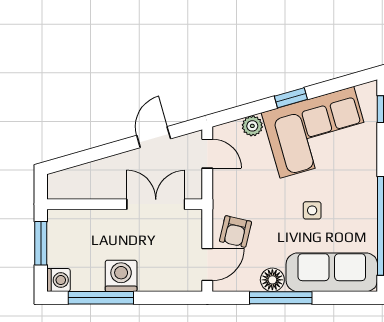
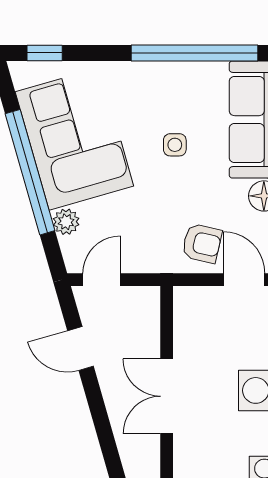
window: (291, 98) -> (30, 172), width x3.17
double door: (156, 204) -> (167, 396), moved

